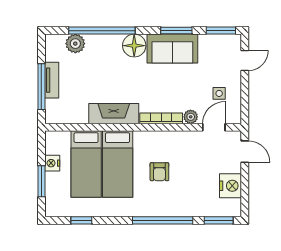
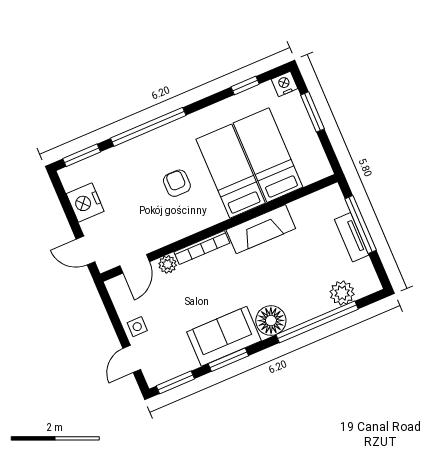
side table: (219, 93) -> (137, 327), moved
nightstand: (52, 163) -> (284, 84), moved, turned -90

